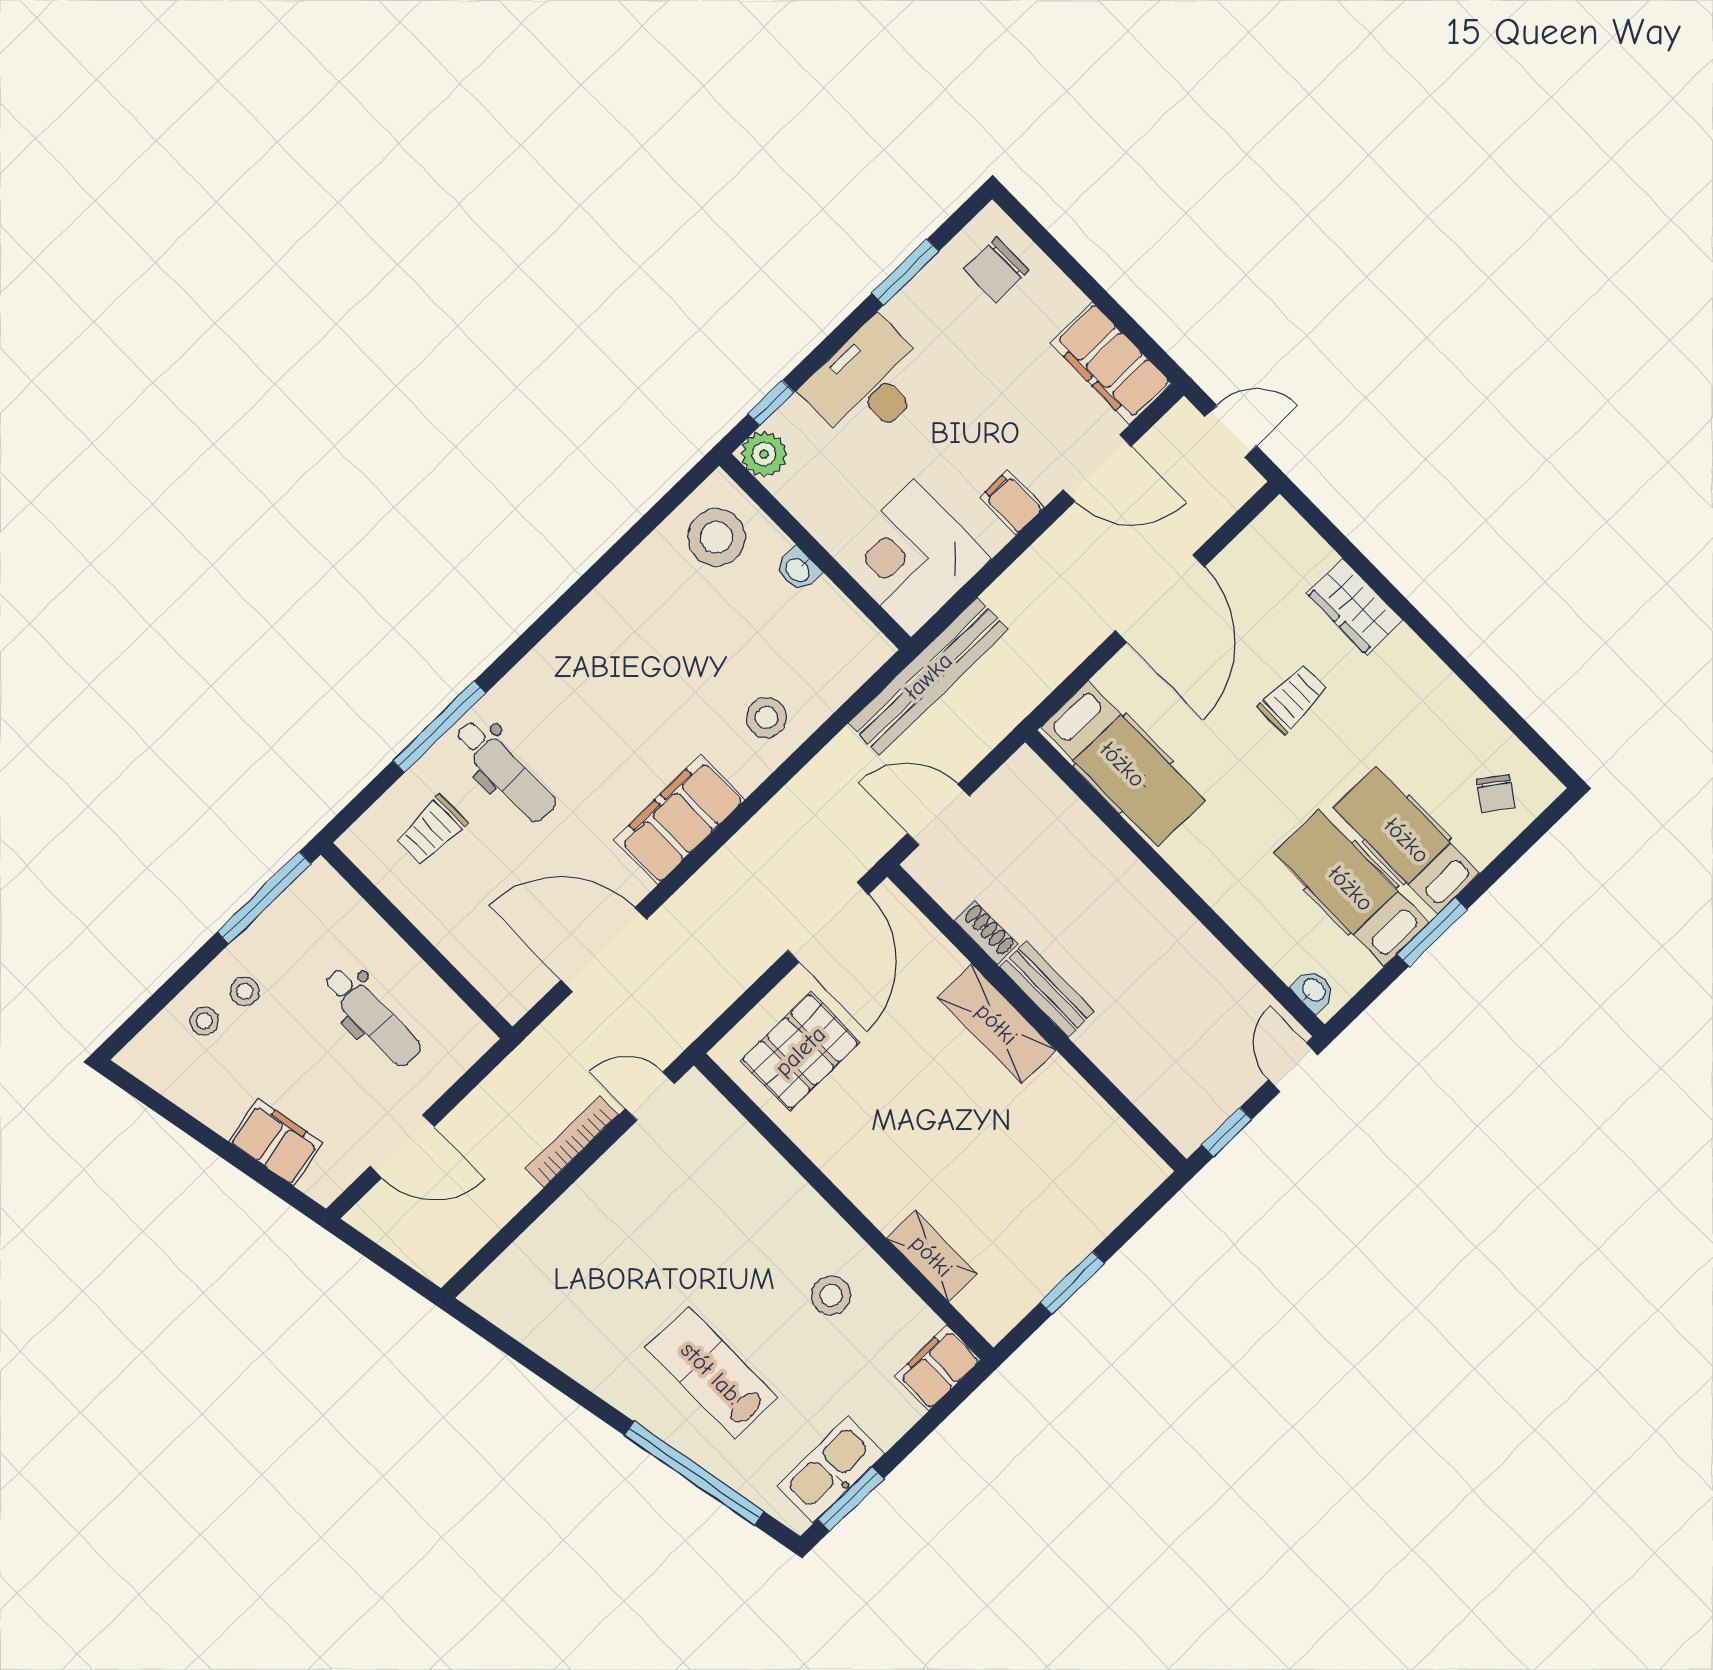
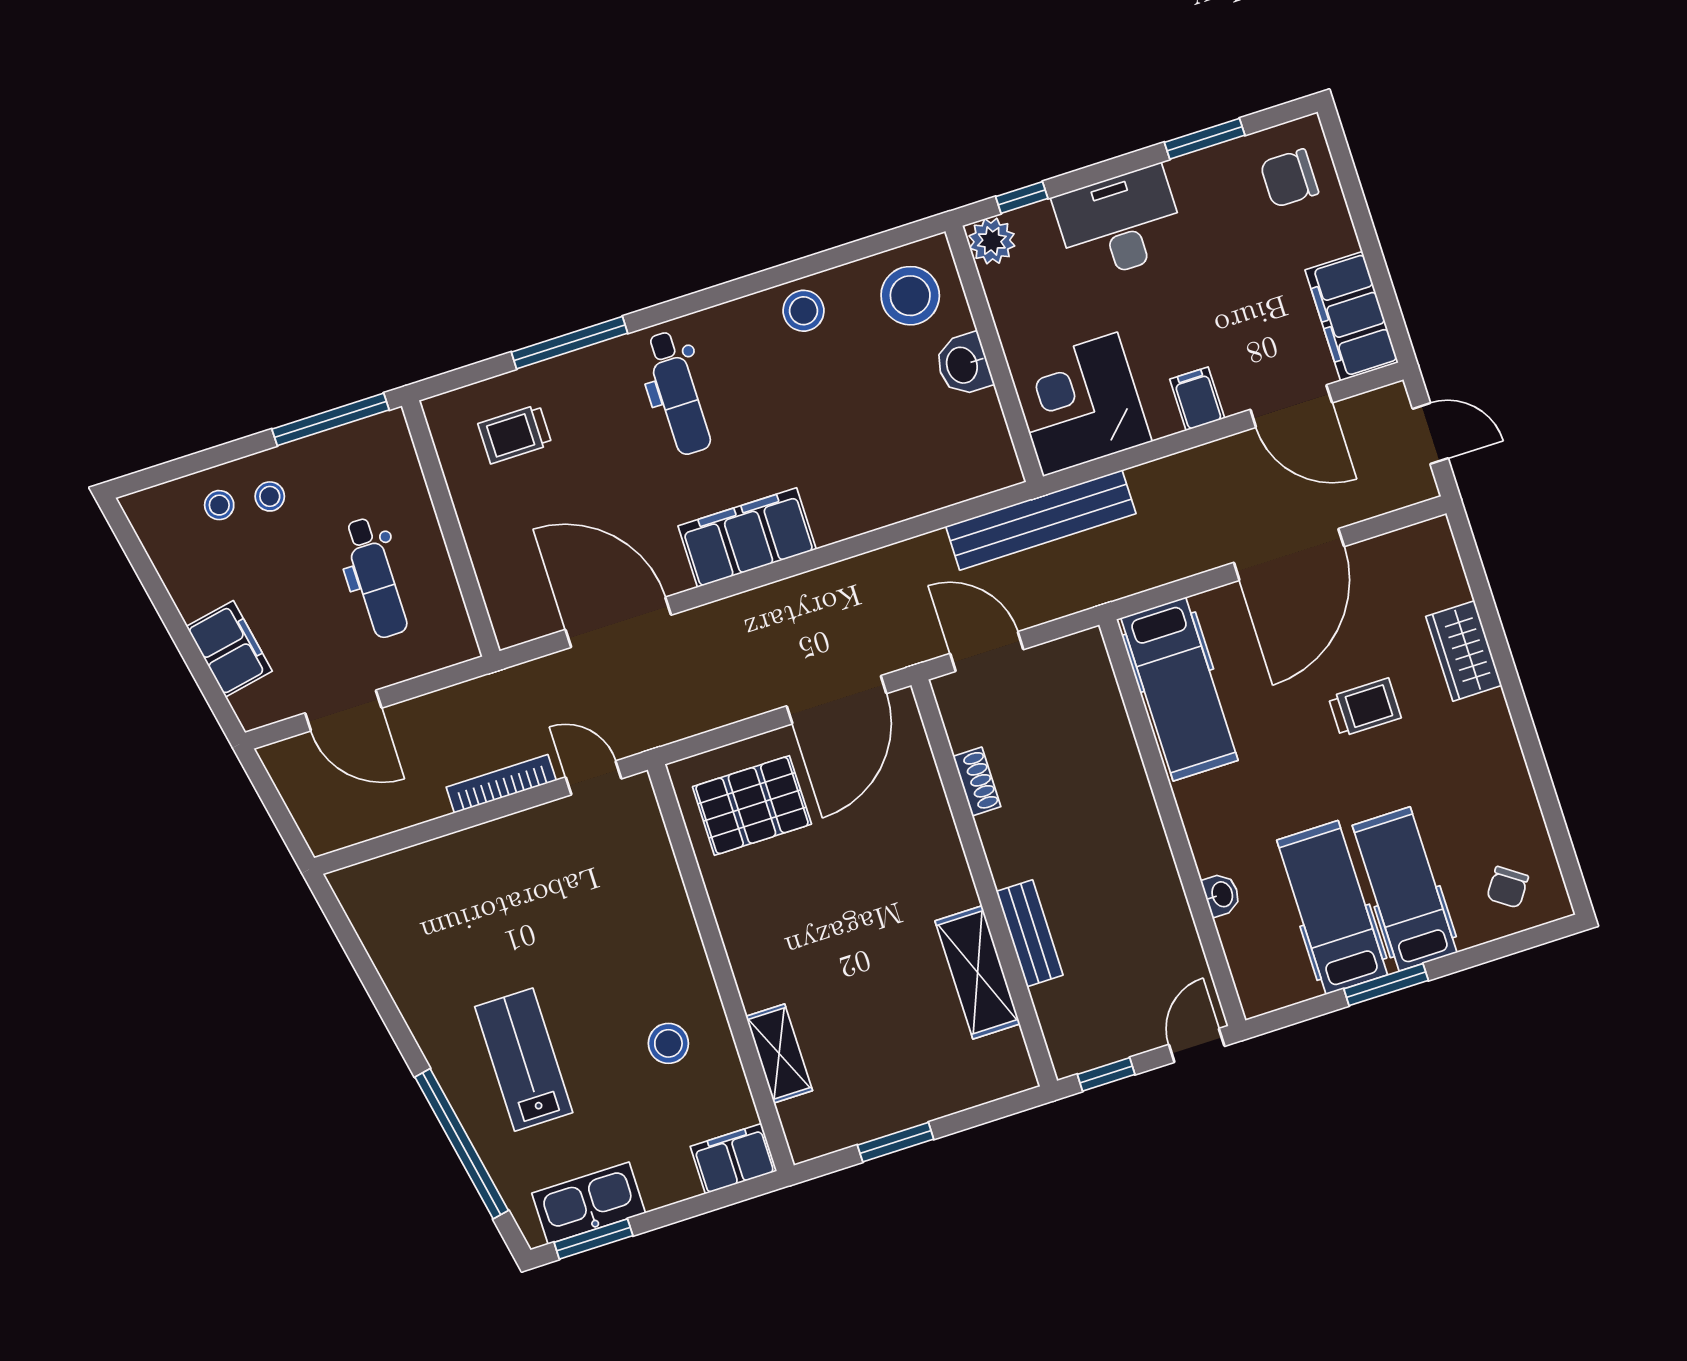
washbasin: (798, 569) -> (963, 365), width x1.38, depth x1.45
stool: (766, 718) -> (804, 311), moved
dental chair: (505, 771) -> (678, 393), moved
bench: (1047, 989) -> (1030, 933), moved
washbasin: (1313, 991) -> (1221, 895), moved
shelving: (997, 1024) -> (978, 972), moved

